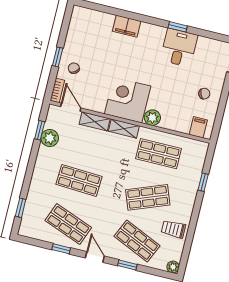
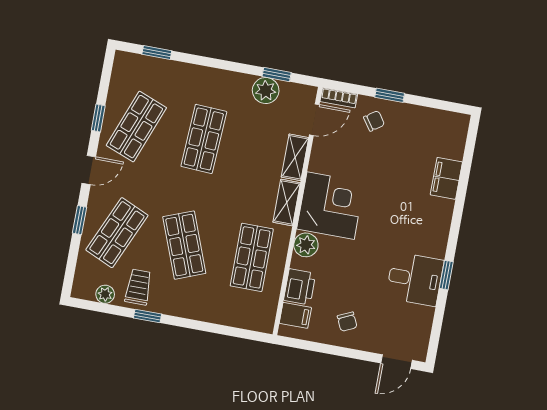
filing cabinet: (127, 26) -> (446, 178), moved
printer: (180, 123) -> (300, 287), added
window: (203, 182) -> (147, 316), moved
plant: (173, 267) -> (105, 294), moved

